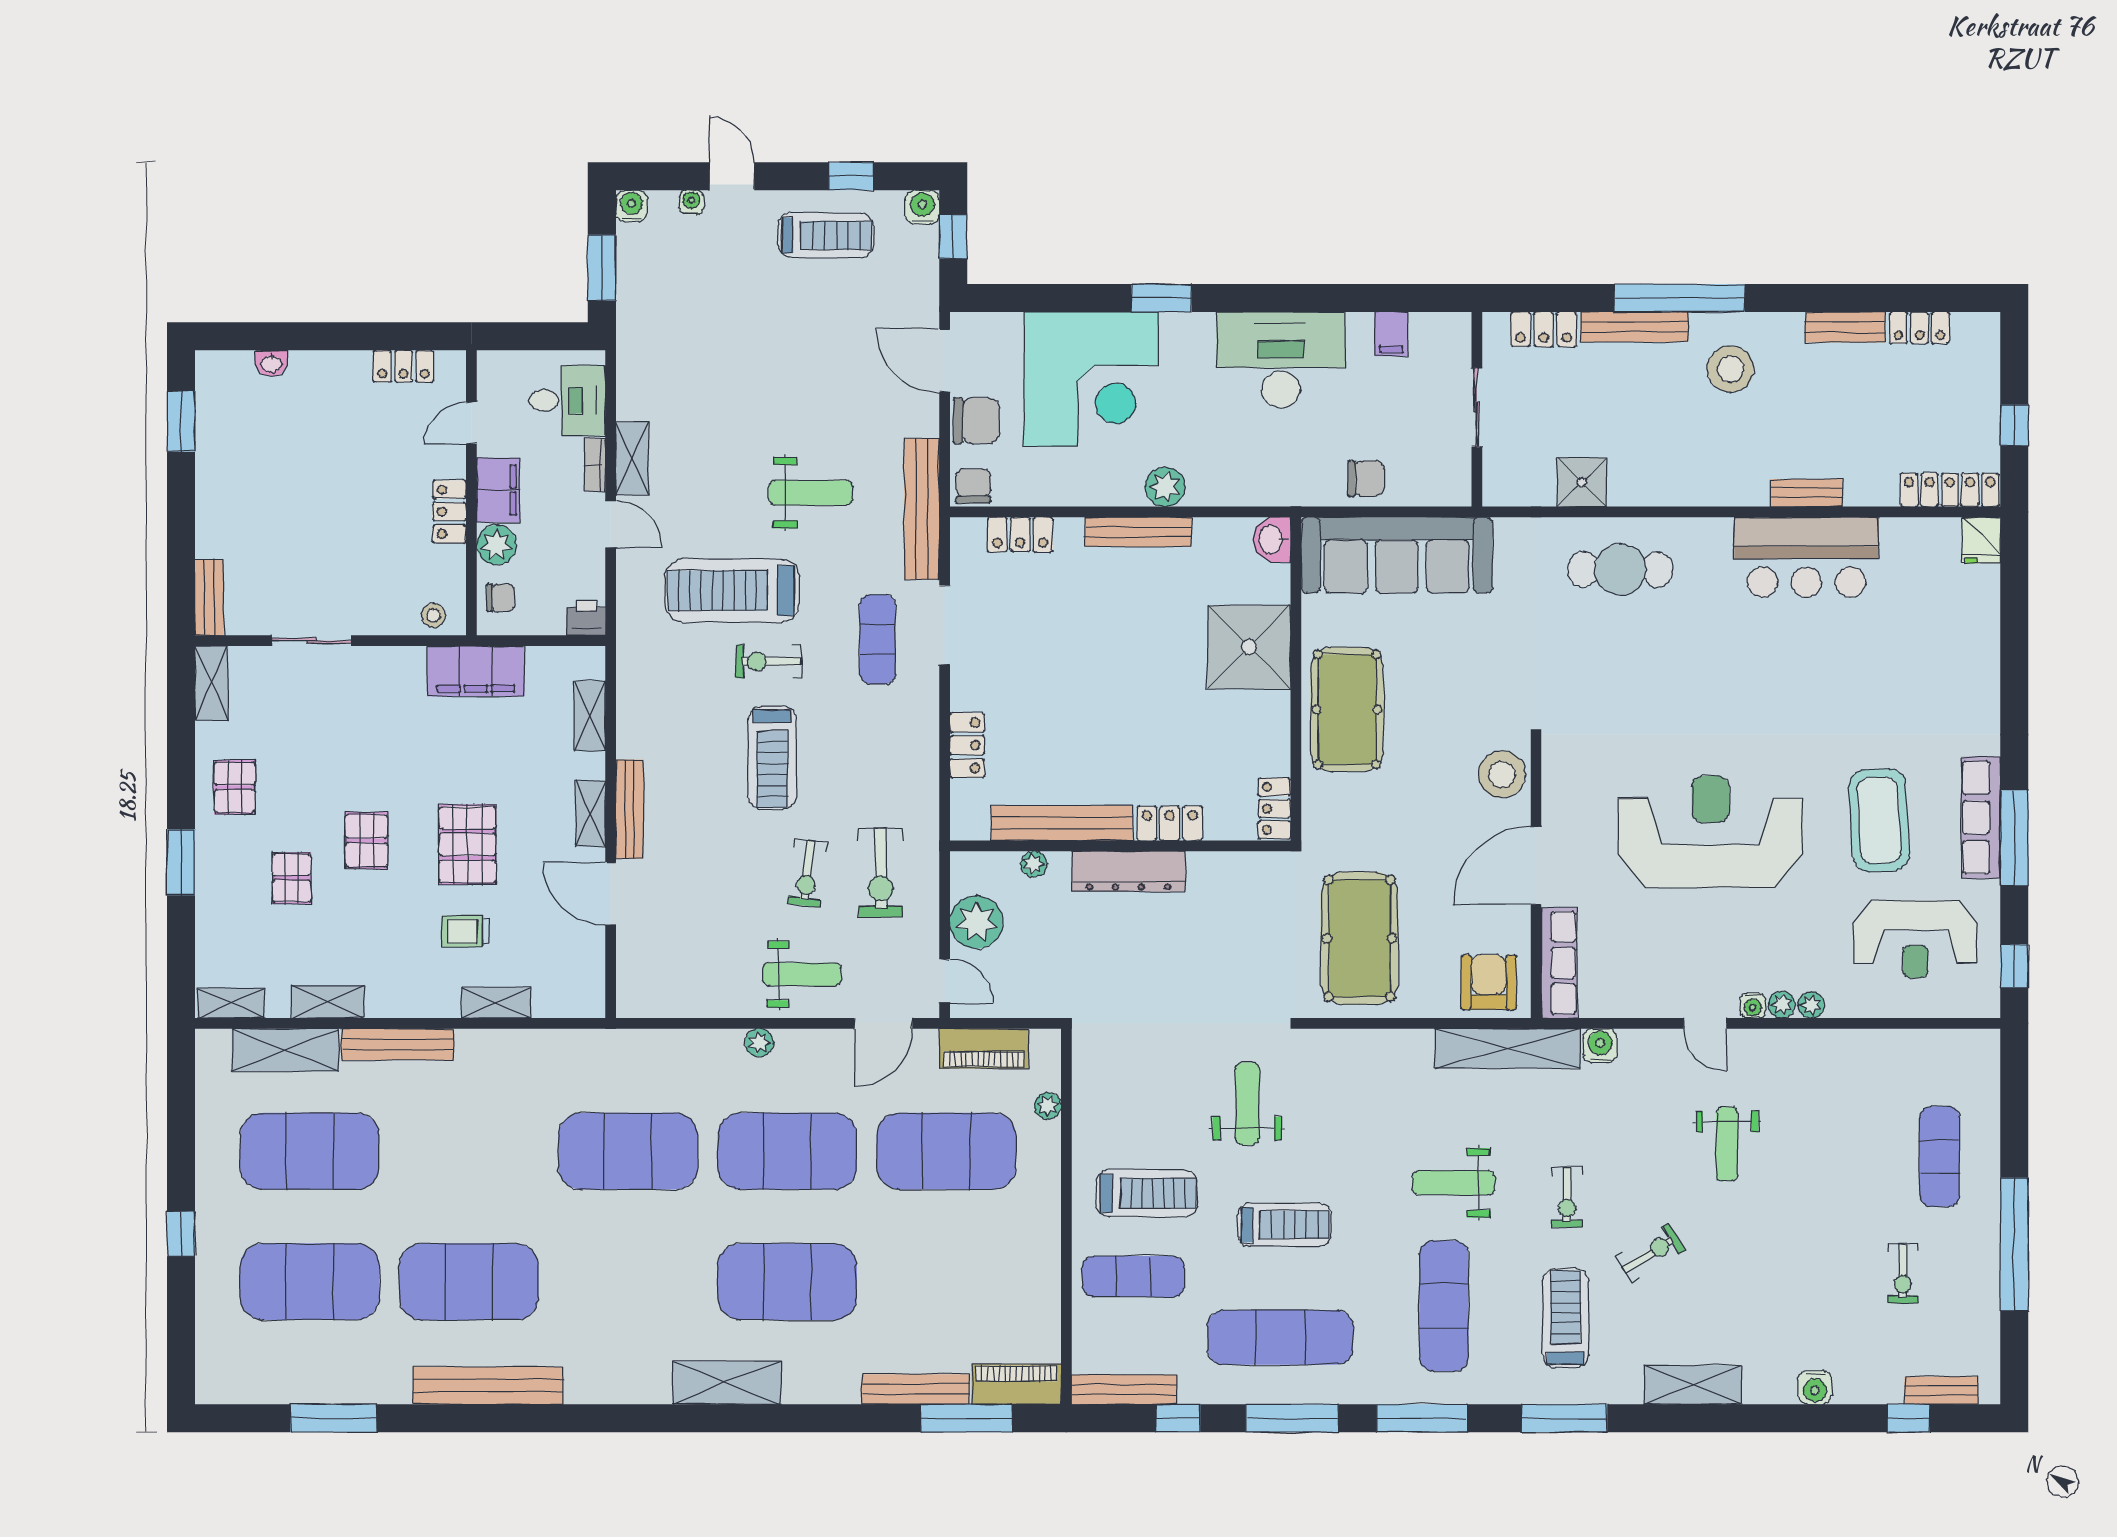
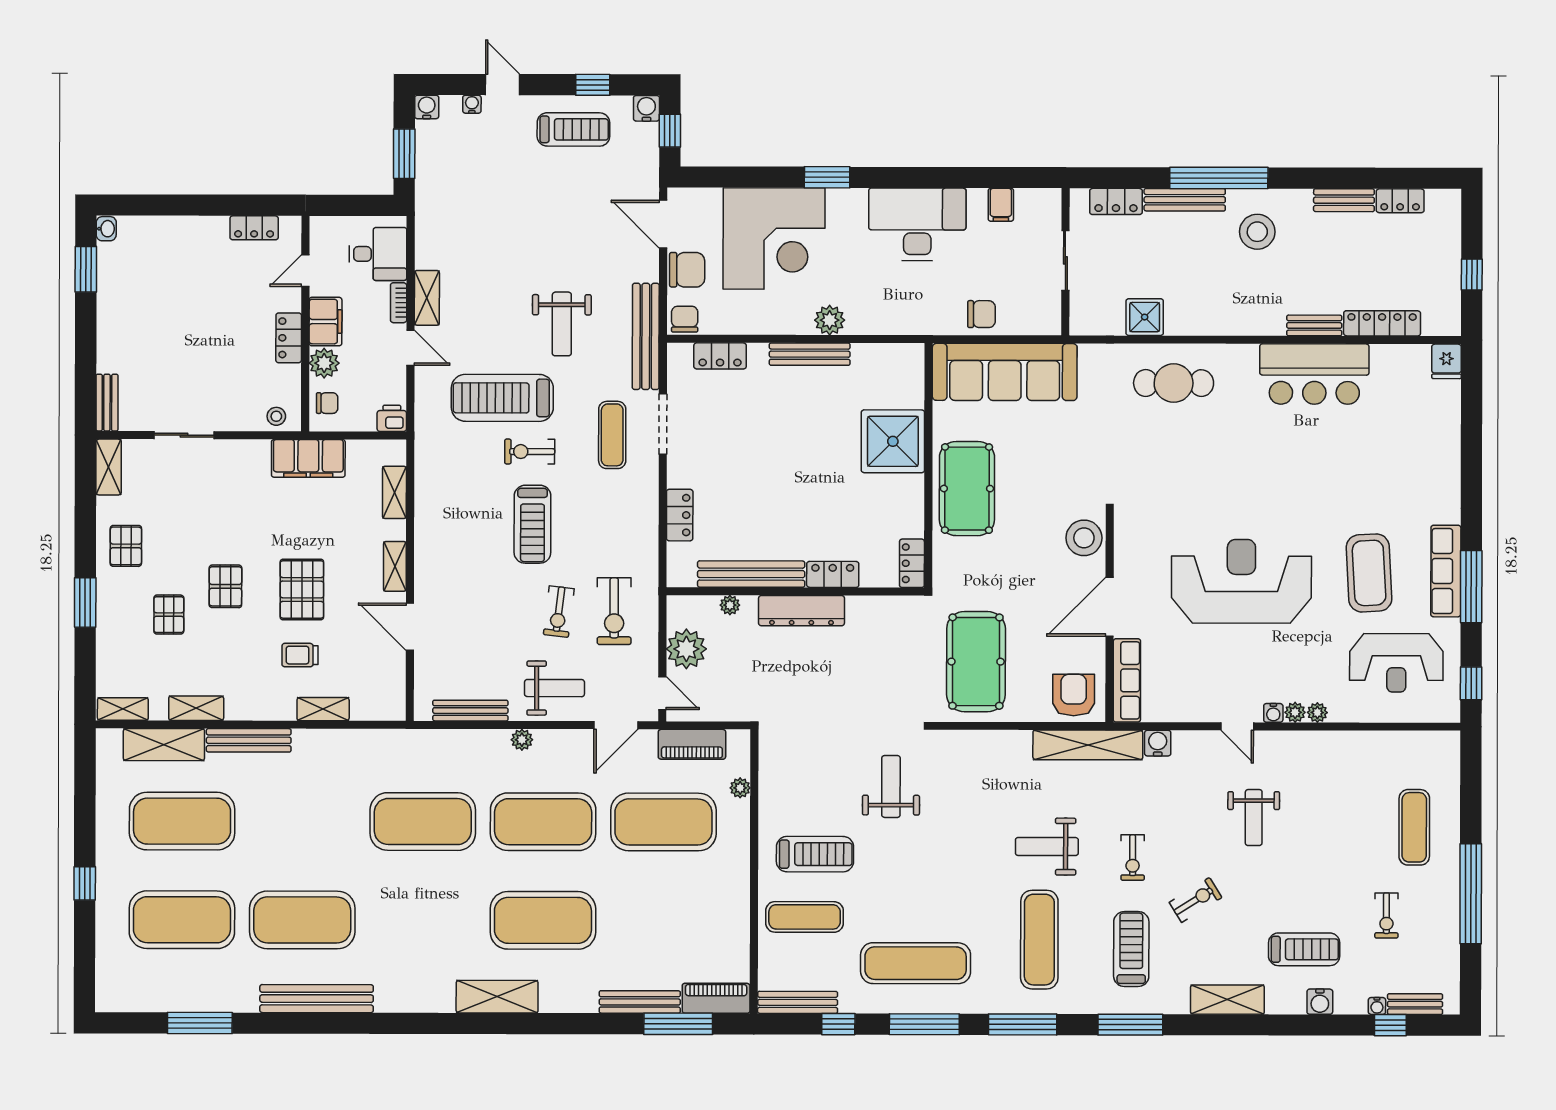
washbasin: (271, 363) -> (106, 229), moved, turned -90
locker: (1950, 490) -> (1382, 323), moved
weight bench: (811, 493) -> (562, 324), turned 90
washbasin: (1272, 539) -> (910, 360), removed
bench: (630, 809) -> (470, 711), moved, turned 90
treadmill: (1284, 1225) -> (1304, 949), moved
water cooler: (1891, 1393) -> (1377, 1006), added

